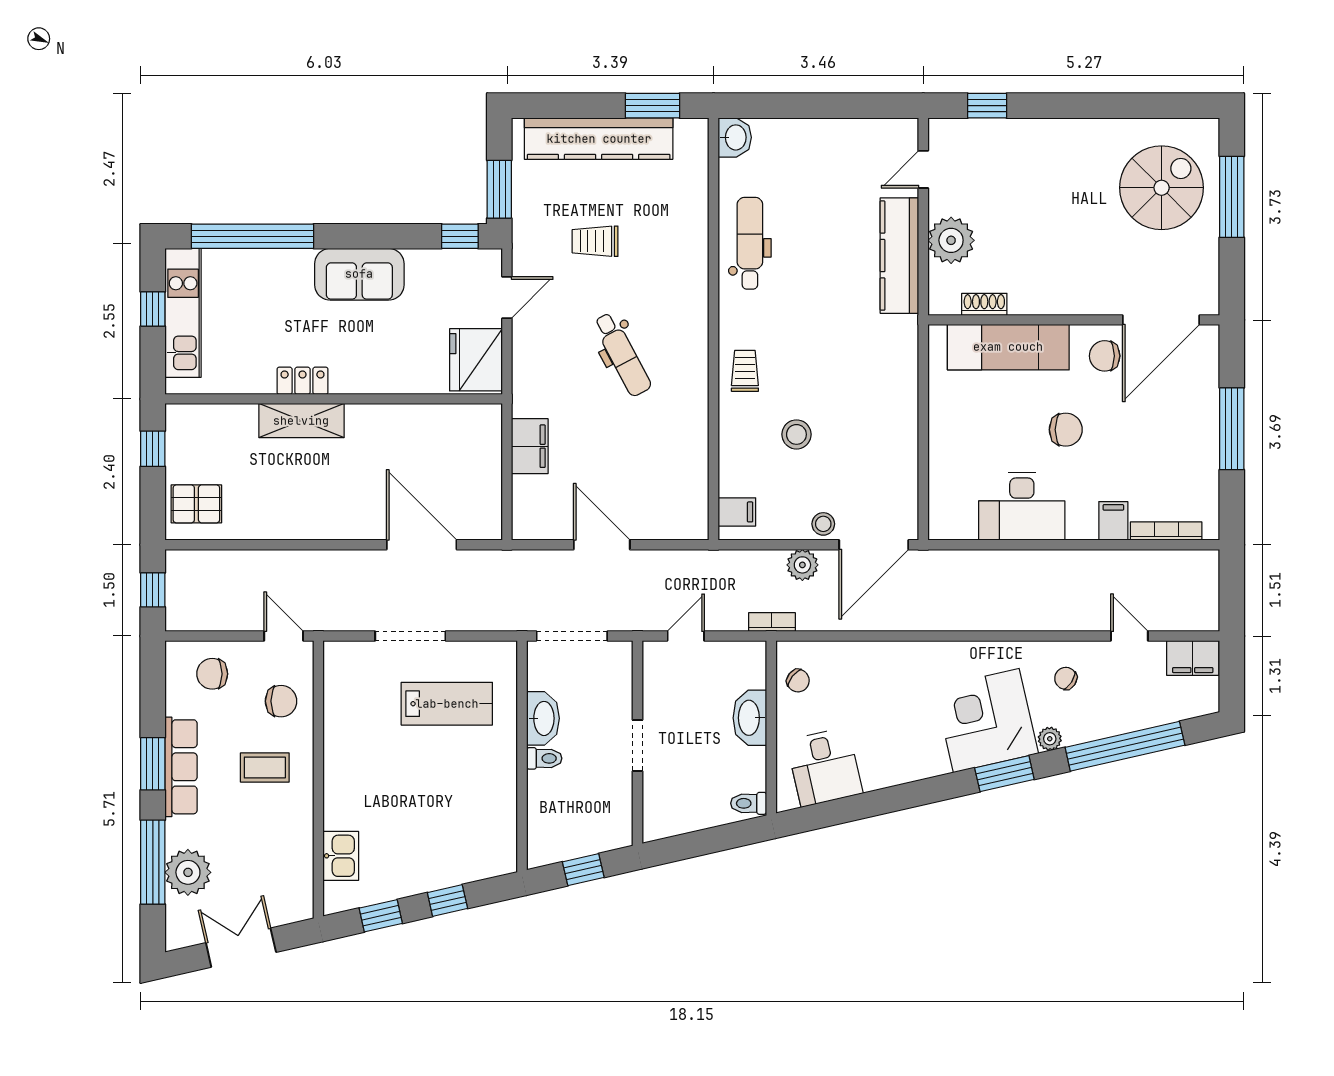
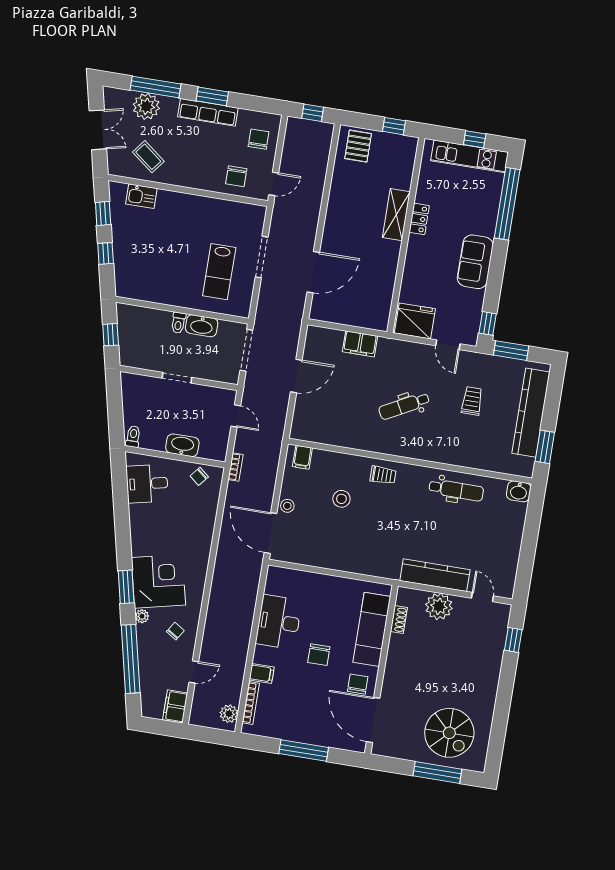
plant: (802, 565) -> (229, 714), moved
coffee table: (265, 767) -> (148, 157), moved, turned -52

